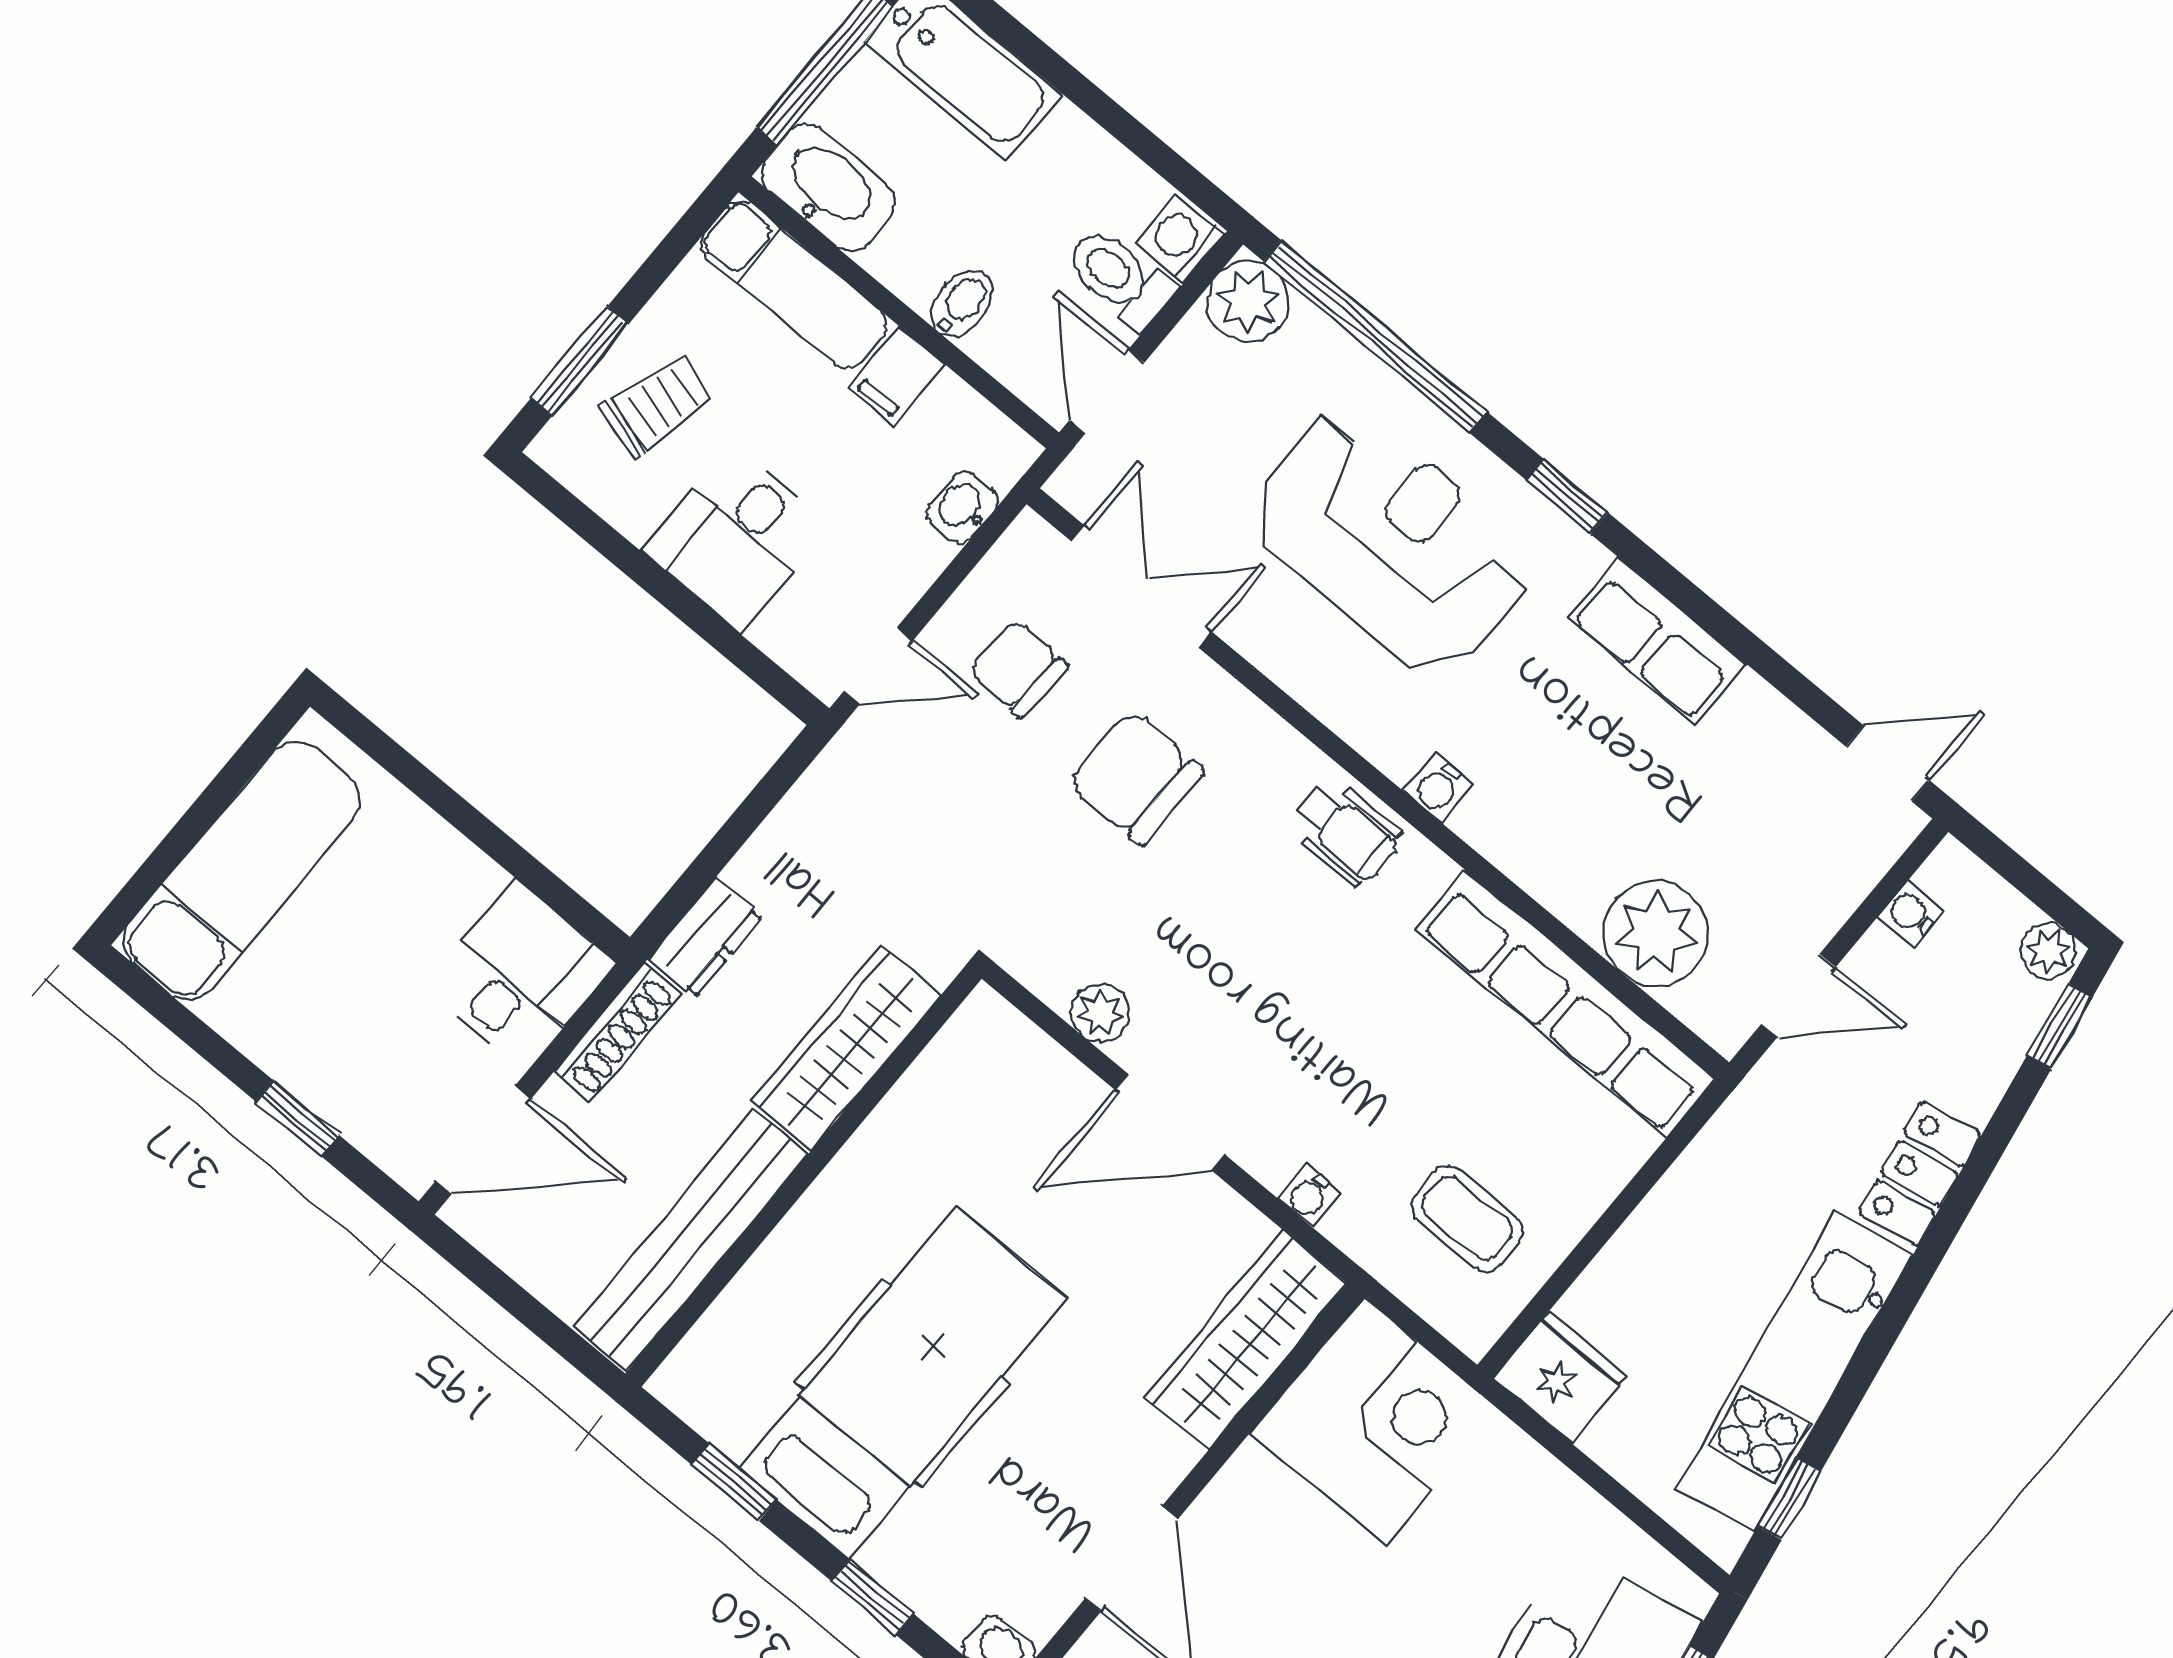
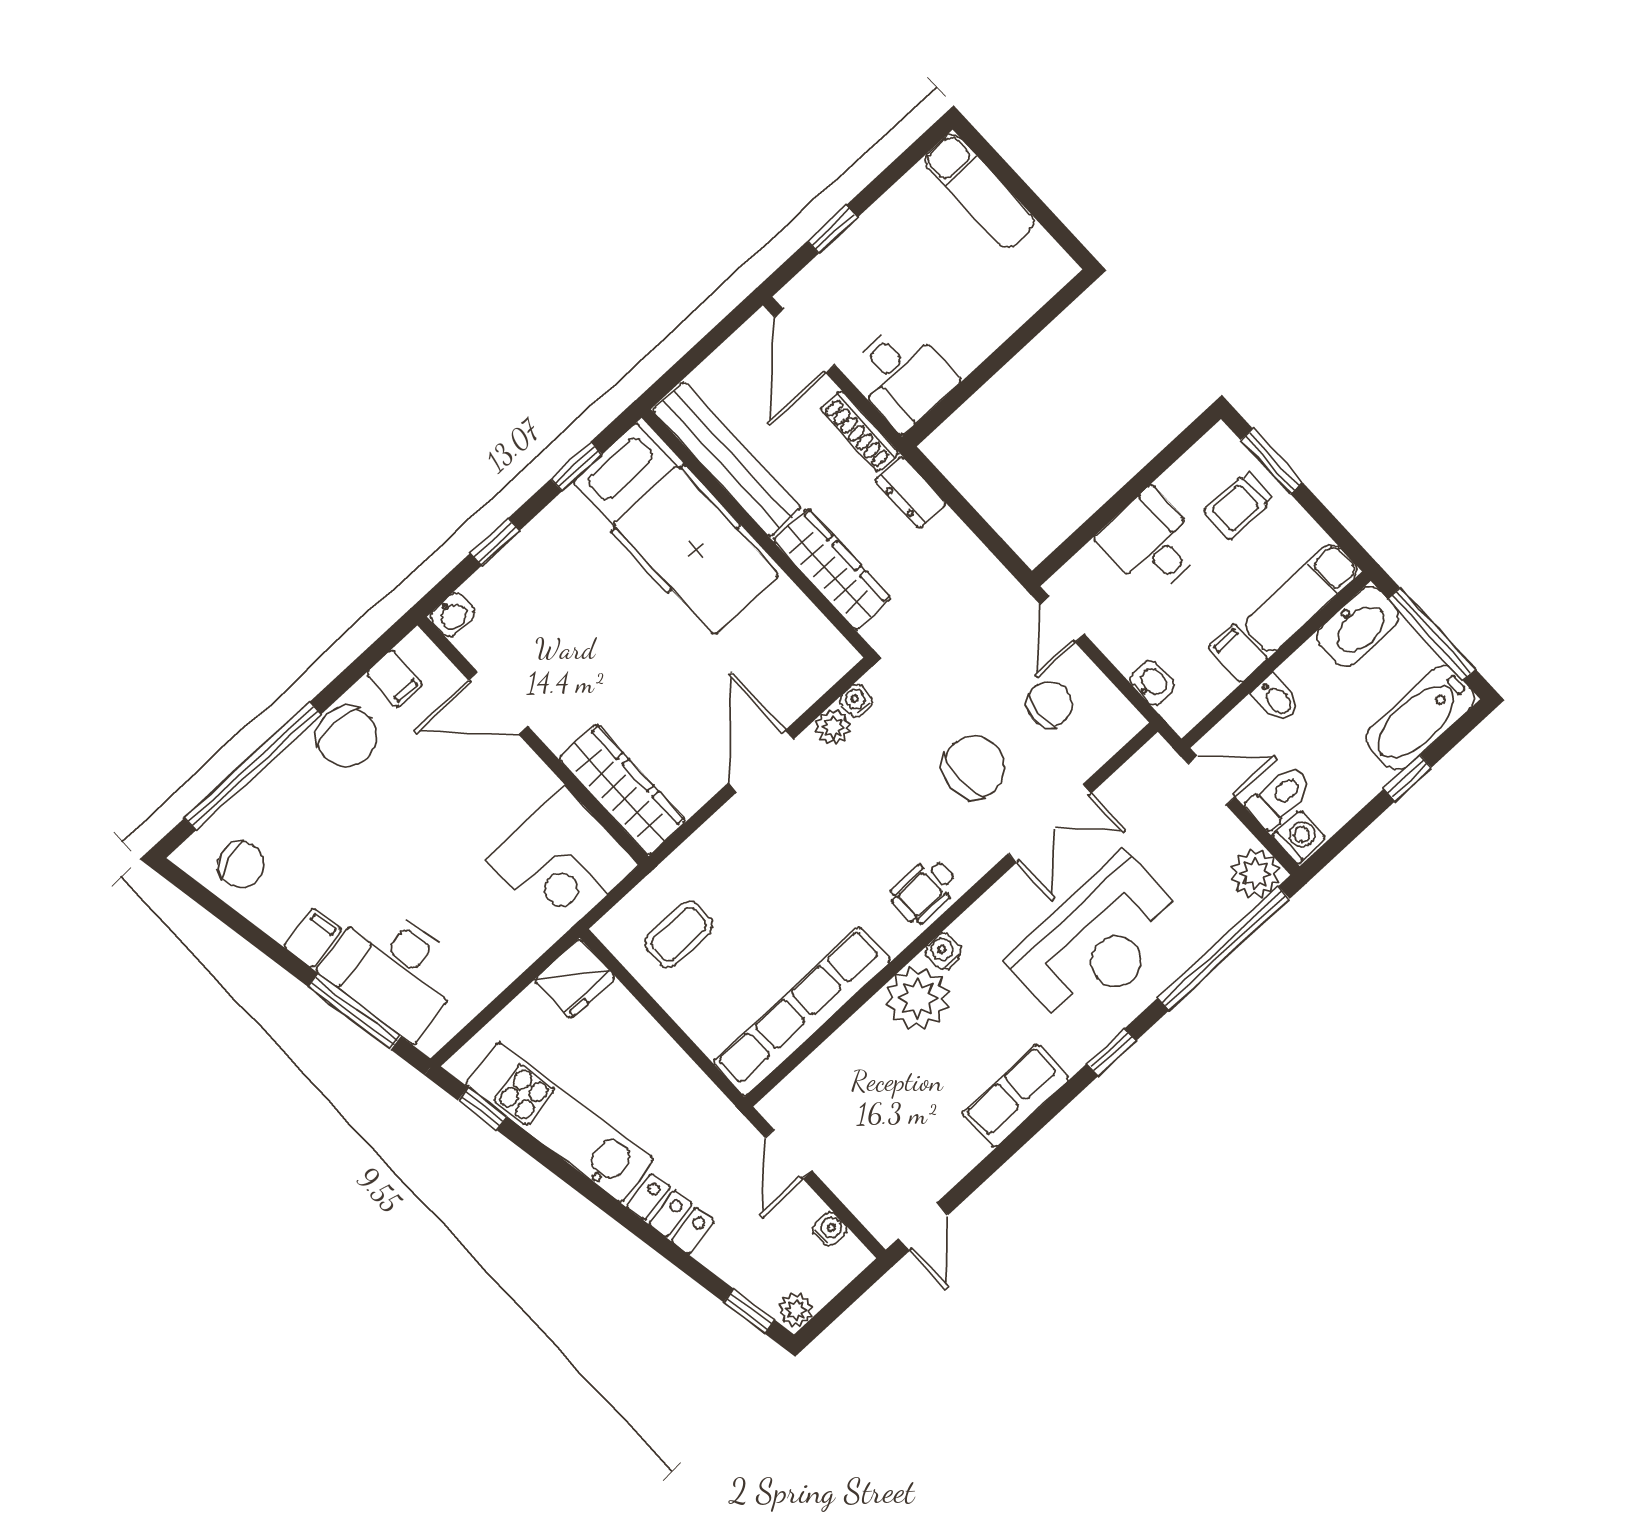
window: (1062, 76) -> (1407, 778), added
trolley: (657, 405) -> (1239, 505), turned 74
double door: (1142, 587) -> (1050, 823), moved
exam couch: (242, 871) -> (980, 191), width x0.73, depth x0.69
plant: (1656, 933) -> (918, 998), moved
water cooler: (1309, 1195) -> (856, 700), moved
hospital bed: (902, 1383) -> (676, 529), moved

